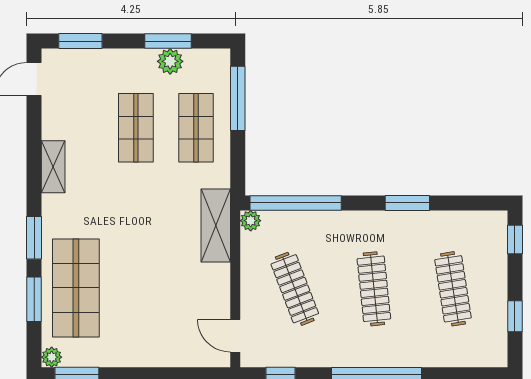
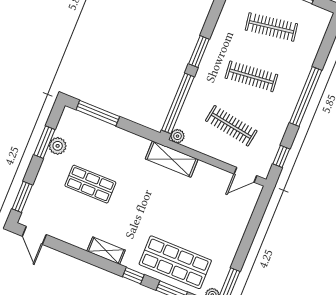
shop shelf: (196, 128) -> (106, 147), removed
shelving: (53, 167) -> (106, 251), moved
window: (407, 203) -> (199, 51), moved
window: (34, 238) -> (133, 276), width x0.67
clothes rail: (295, 289) -> (231, 126), turned 30

